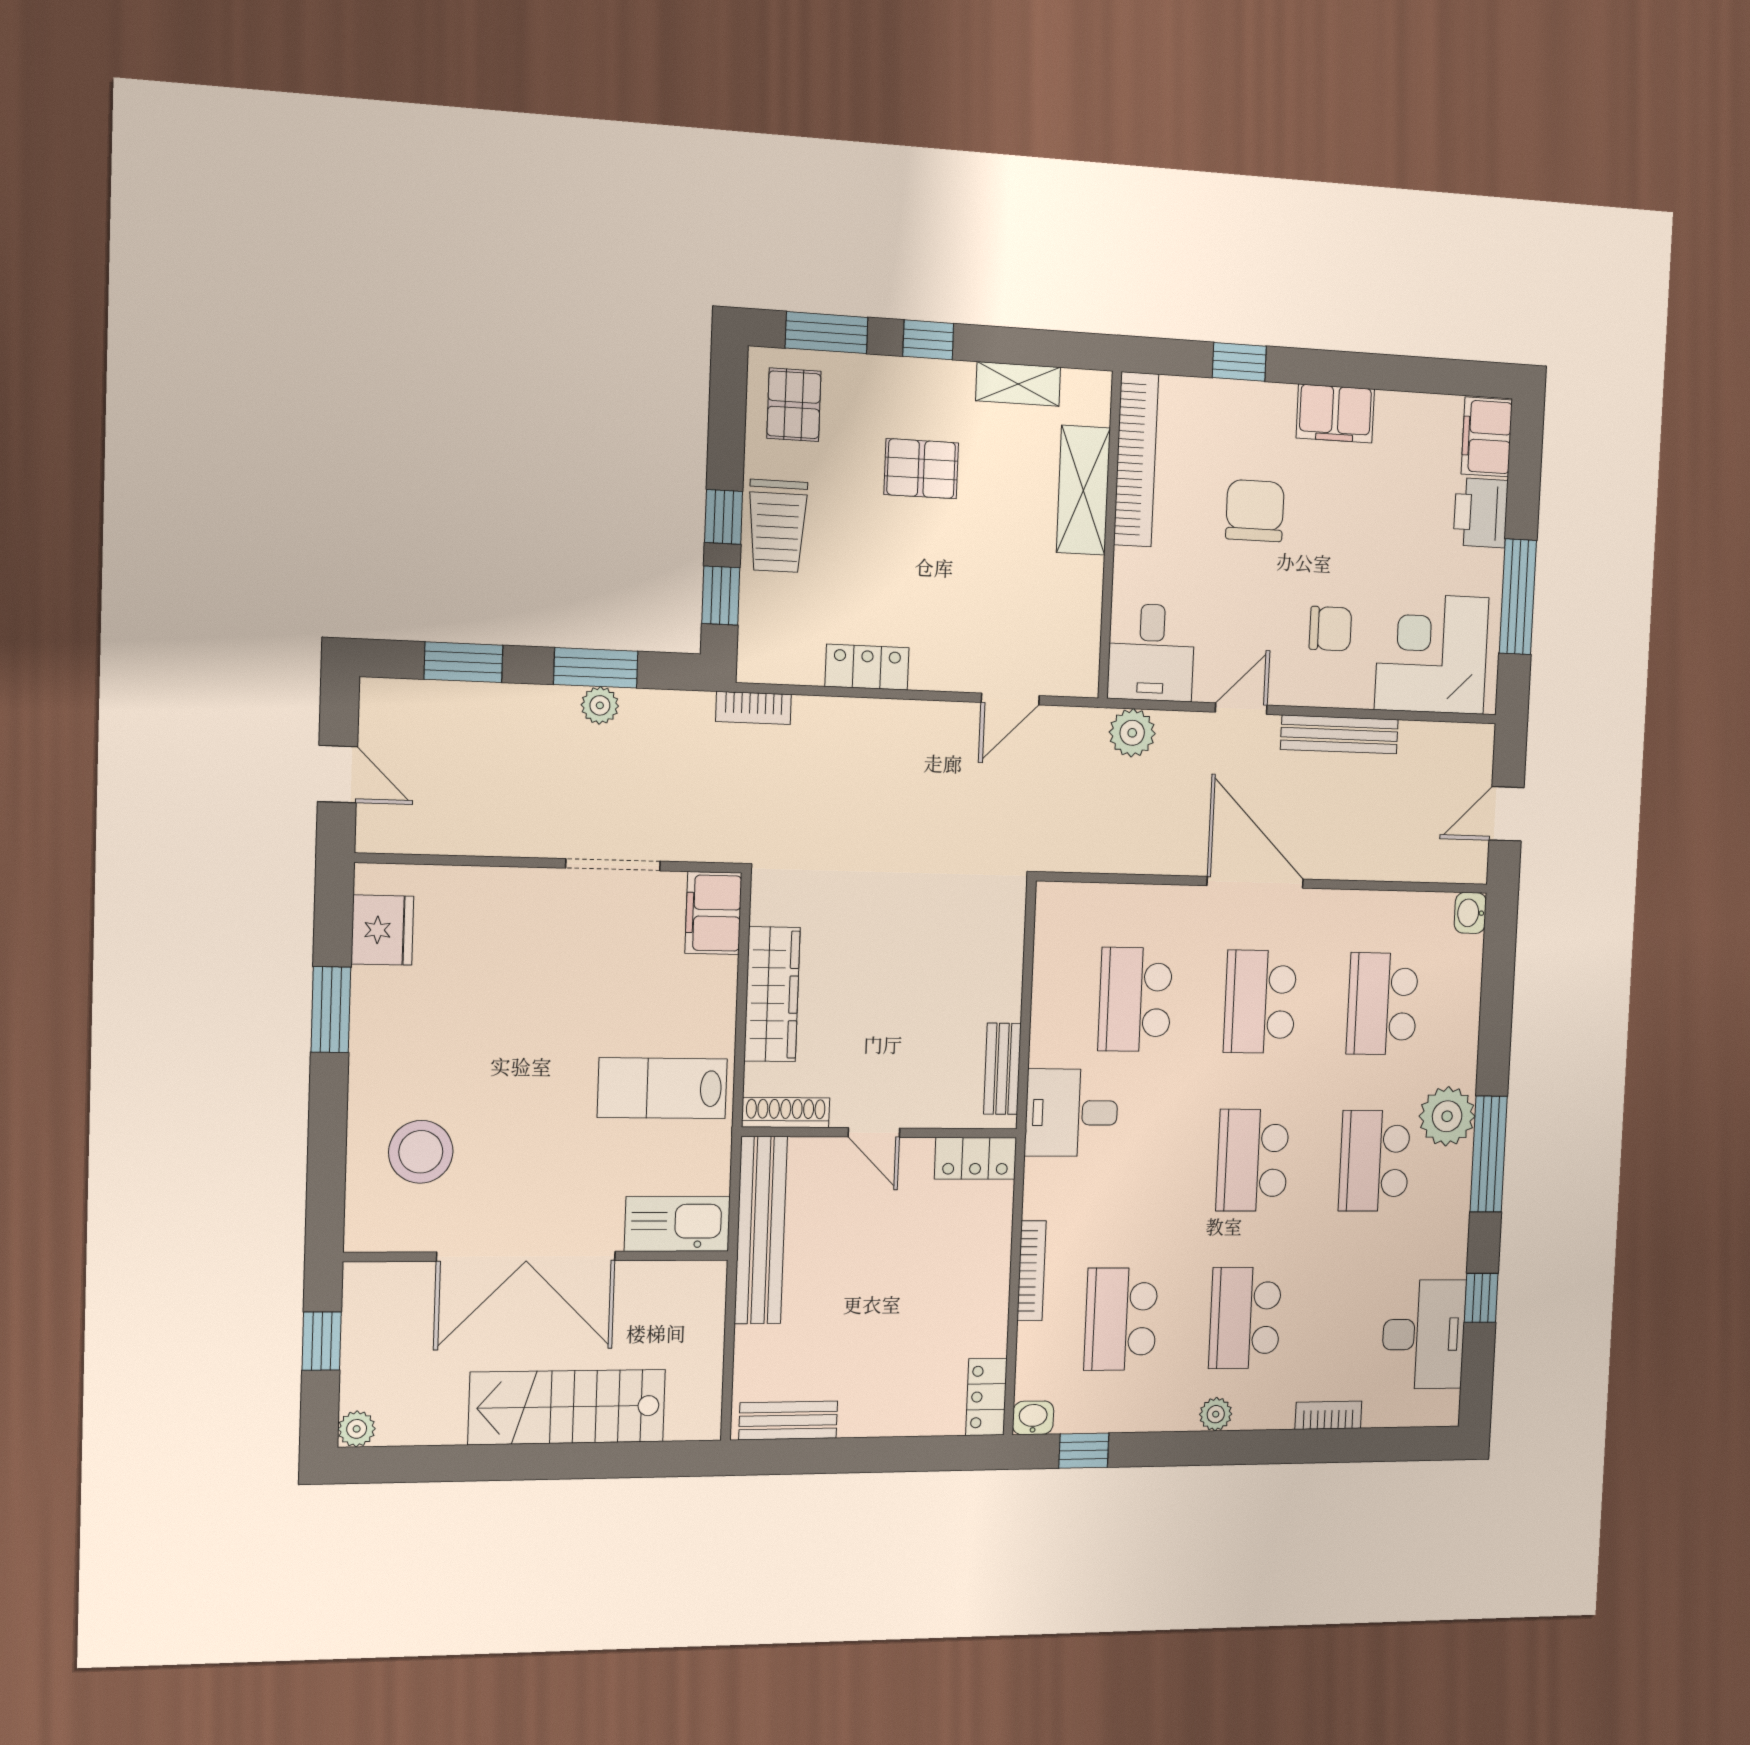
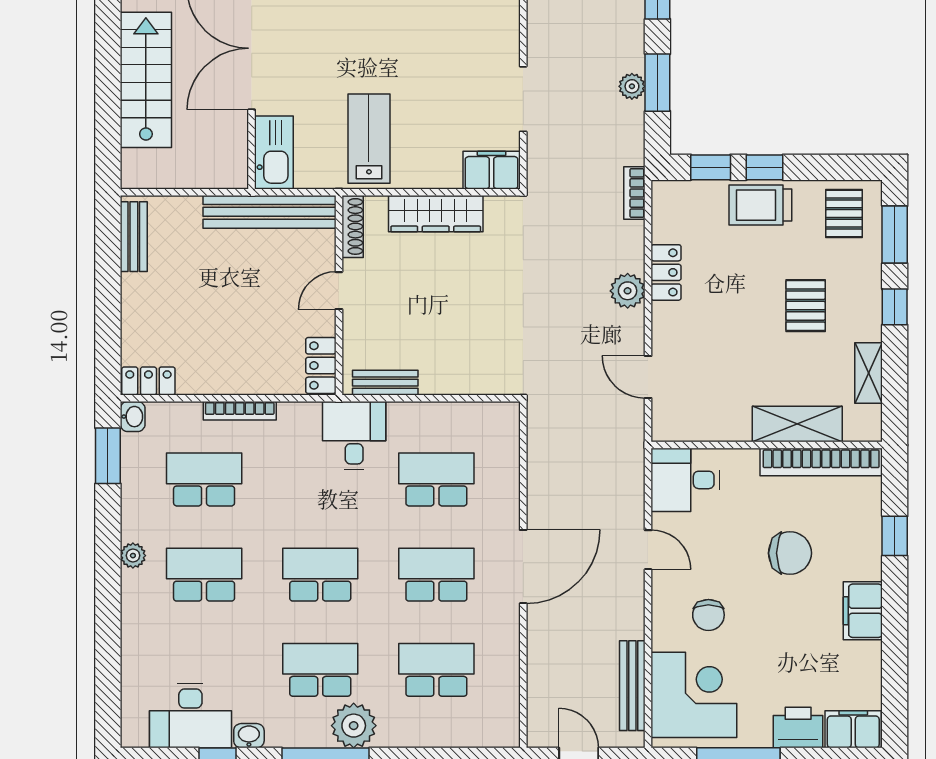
pallet: (794, 405) -> (844, 214), turned 90
plant: (1132, 733) -> (628, 291), moved
bench: (1339, 734) -> (632, 686), moved
washbasin: (1470, 913) -> (249, 736), moved
bookcase: (1328, 1415) -> (131, 643), removed
window: (1084, 1451) -> (108, 456), width x1.50

